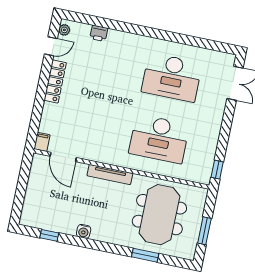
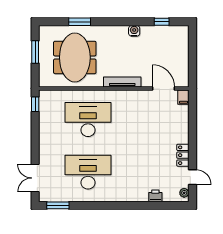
door: (51, 46) -> (192, 177), swing flipped
window: (215, 46) -> (58, 205), added
locker: (55, 81) -> (183, 155), width x0.66

